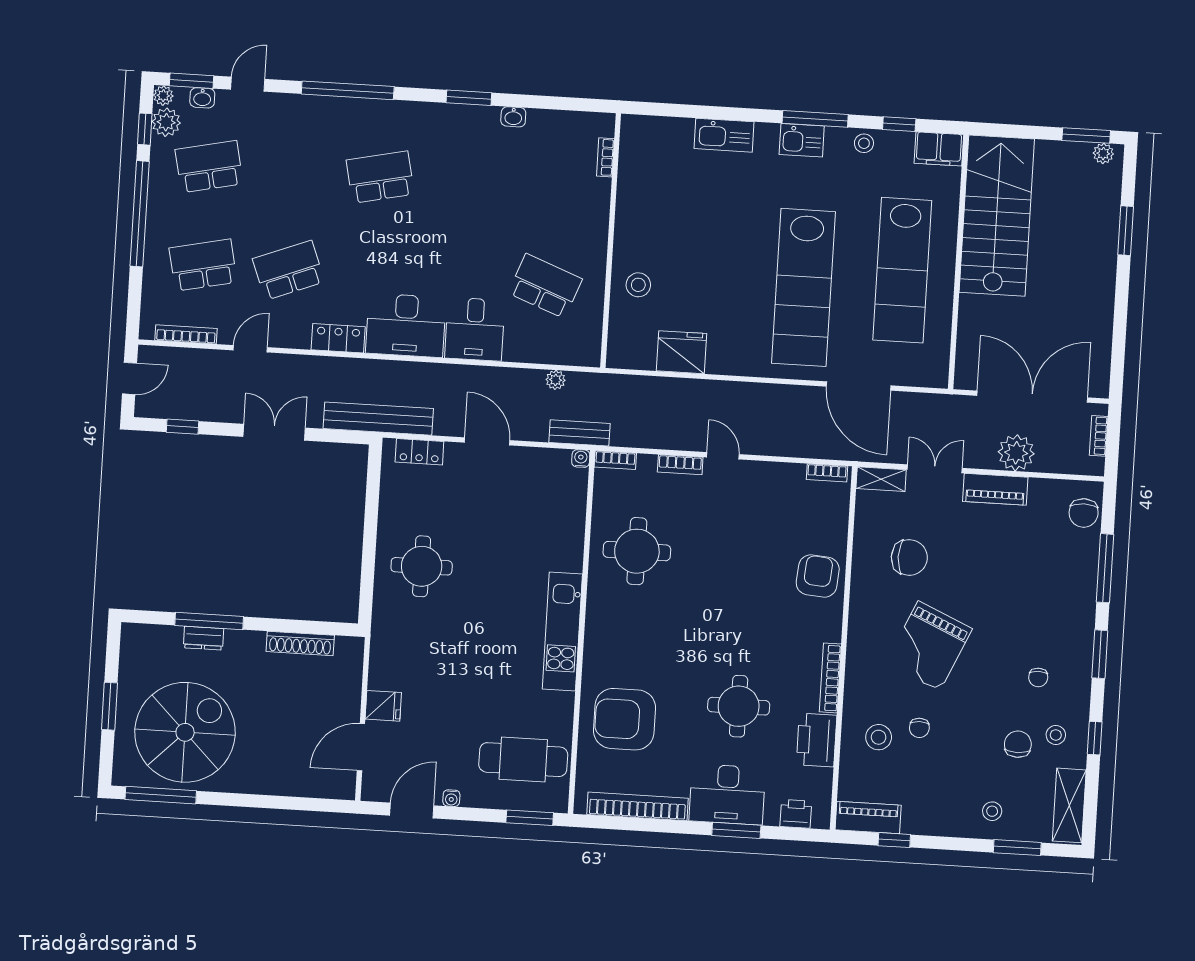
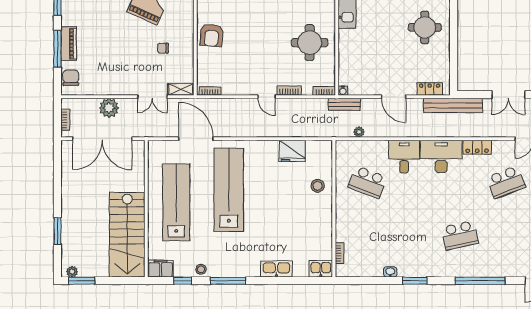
kitchen sink: (802, 140) -> (321, 269), moved
piano: (995, 489) -> (69, 44), moved, turned 90
chair: (909, 558) -> (163, 48), width x0.54, depth x0.54

